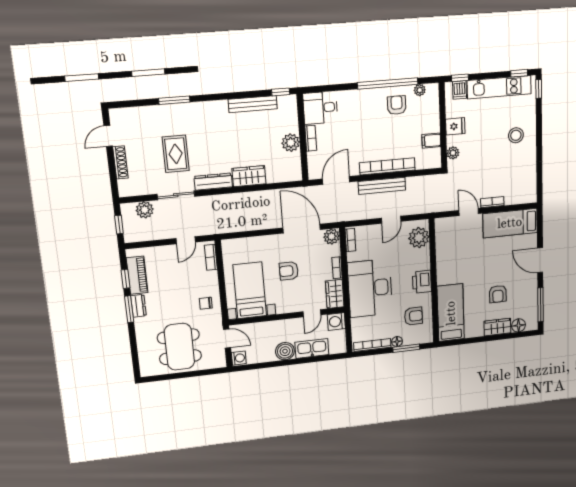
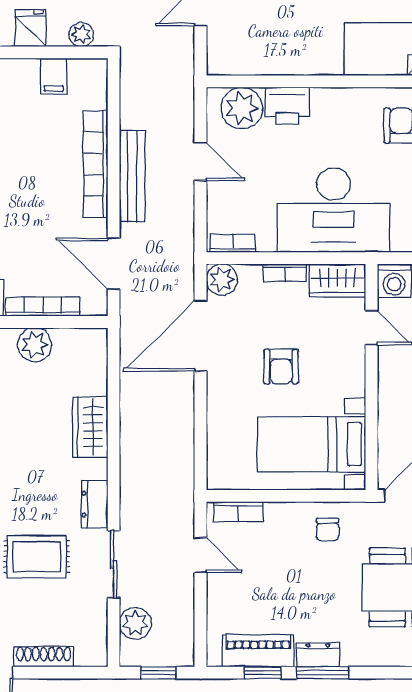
bookcase: (311, 138) -> (43, 307), width x1.56
dresser: (213, 182) -> (94, 504), width x0.70
printer: (422, 282) -> (287, 106), moved

